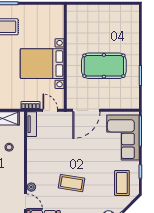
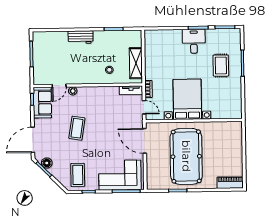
piano: (133, 19) -> (230, 183), added
pool table: (104, 66) -> (186, 156), width x1.36, depth x1.32
door: (50, 110) -> (144, 107), hinge flipped
coffee table: (122, 183) -> (78, 175), turned 90

